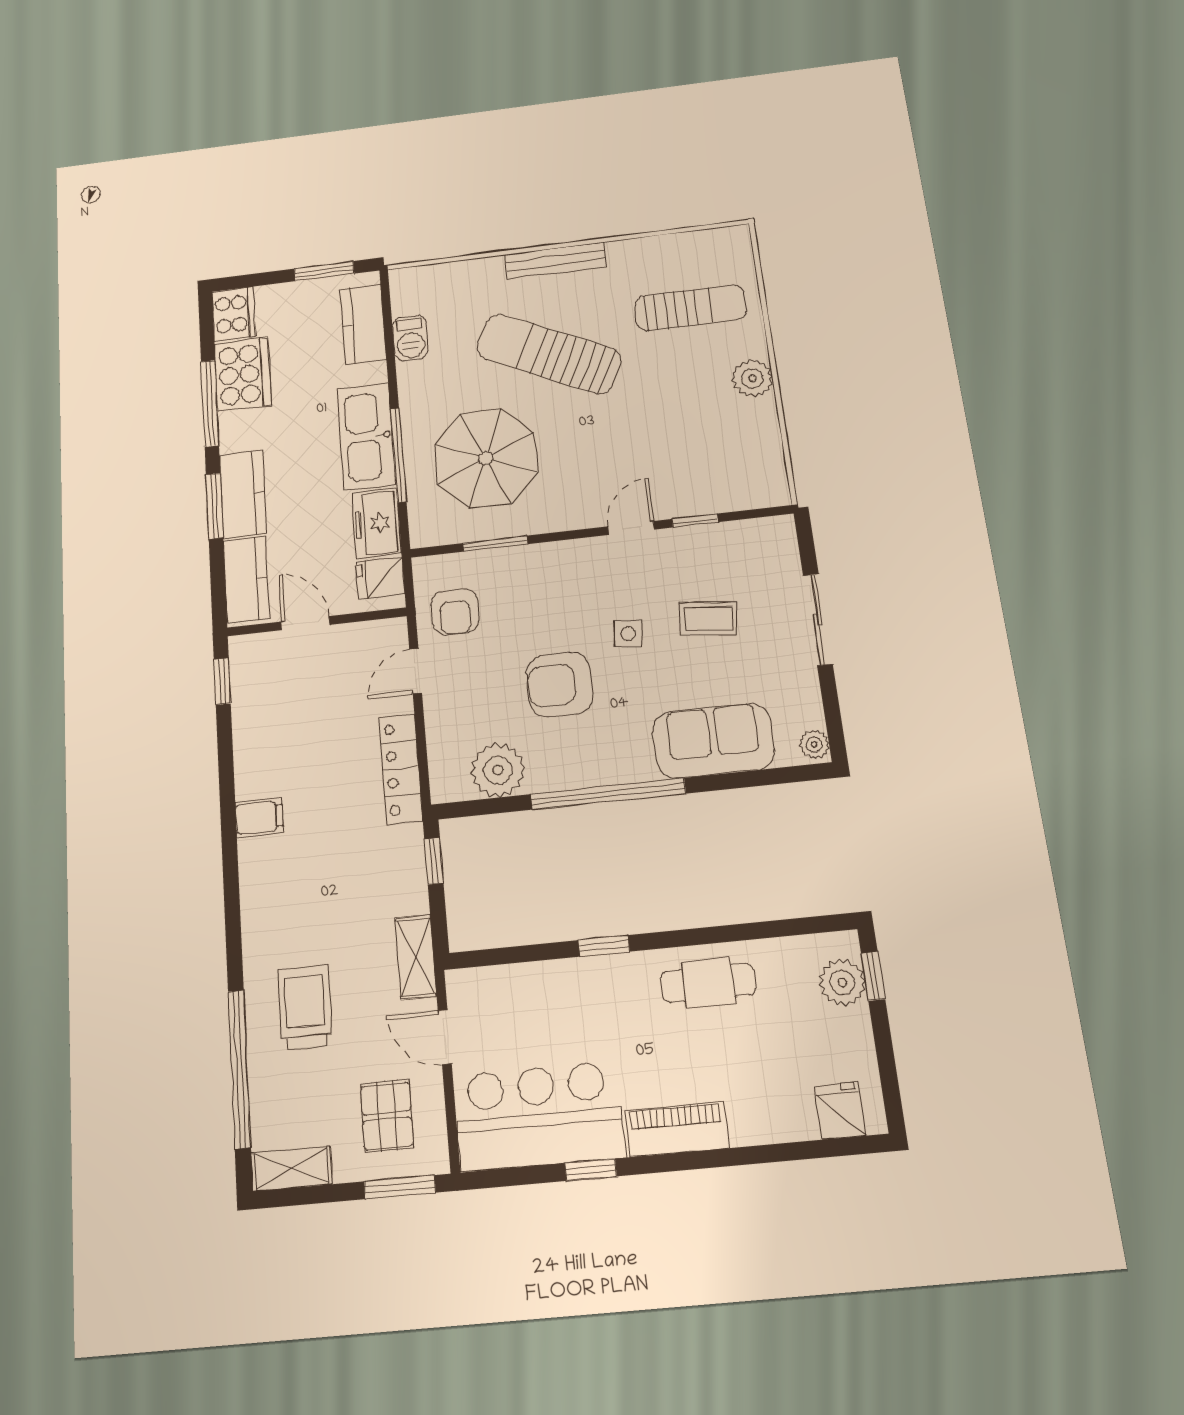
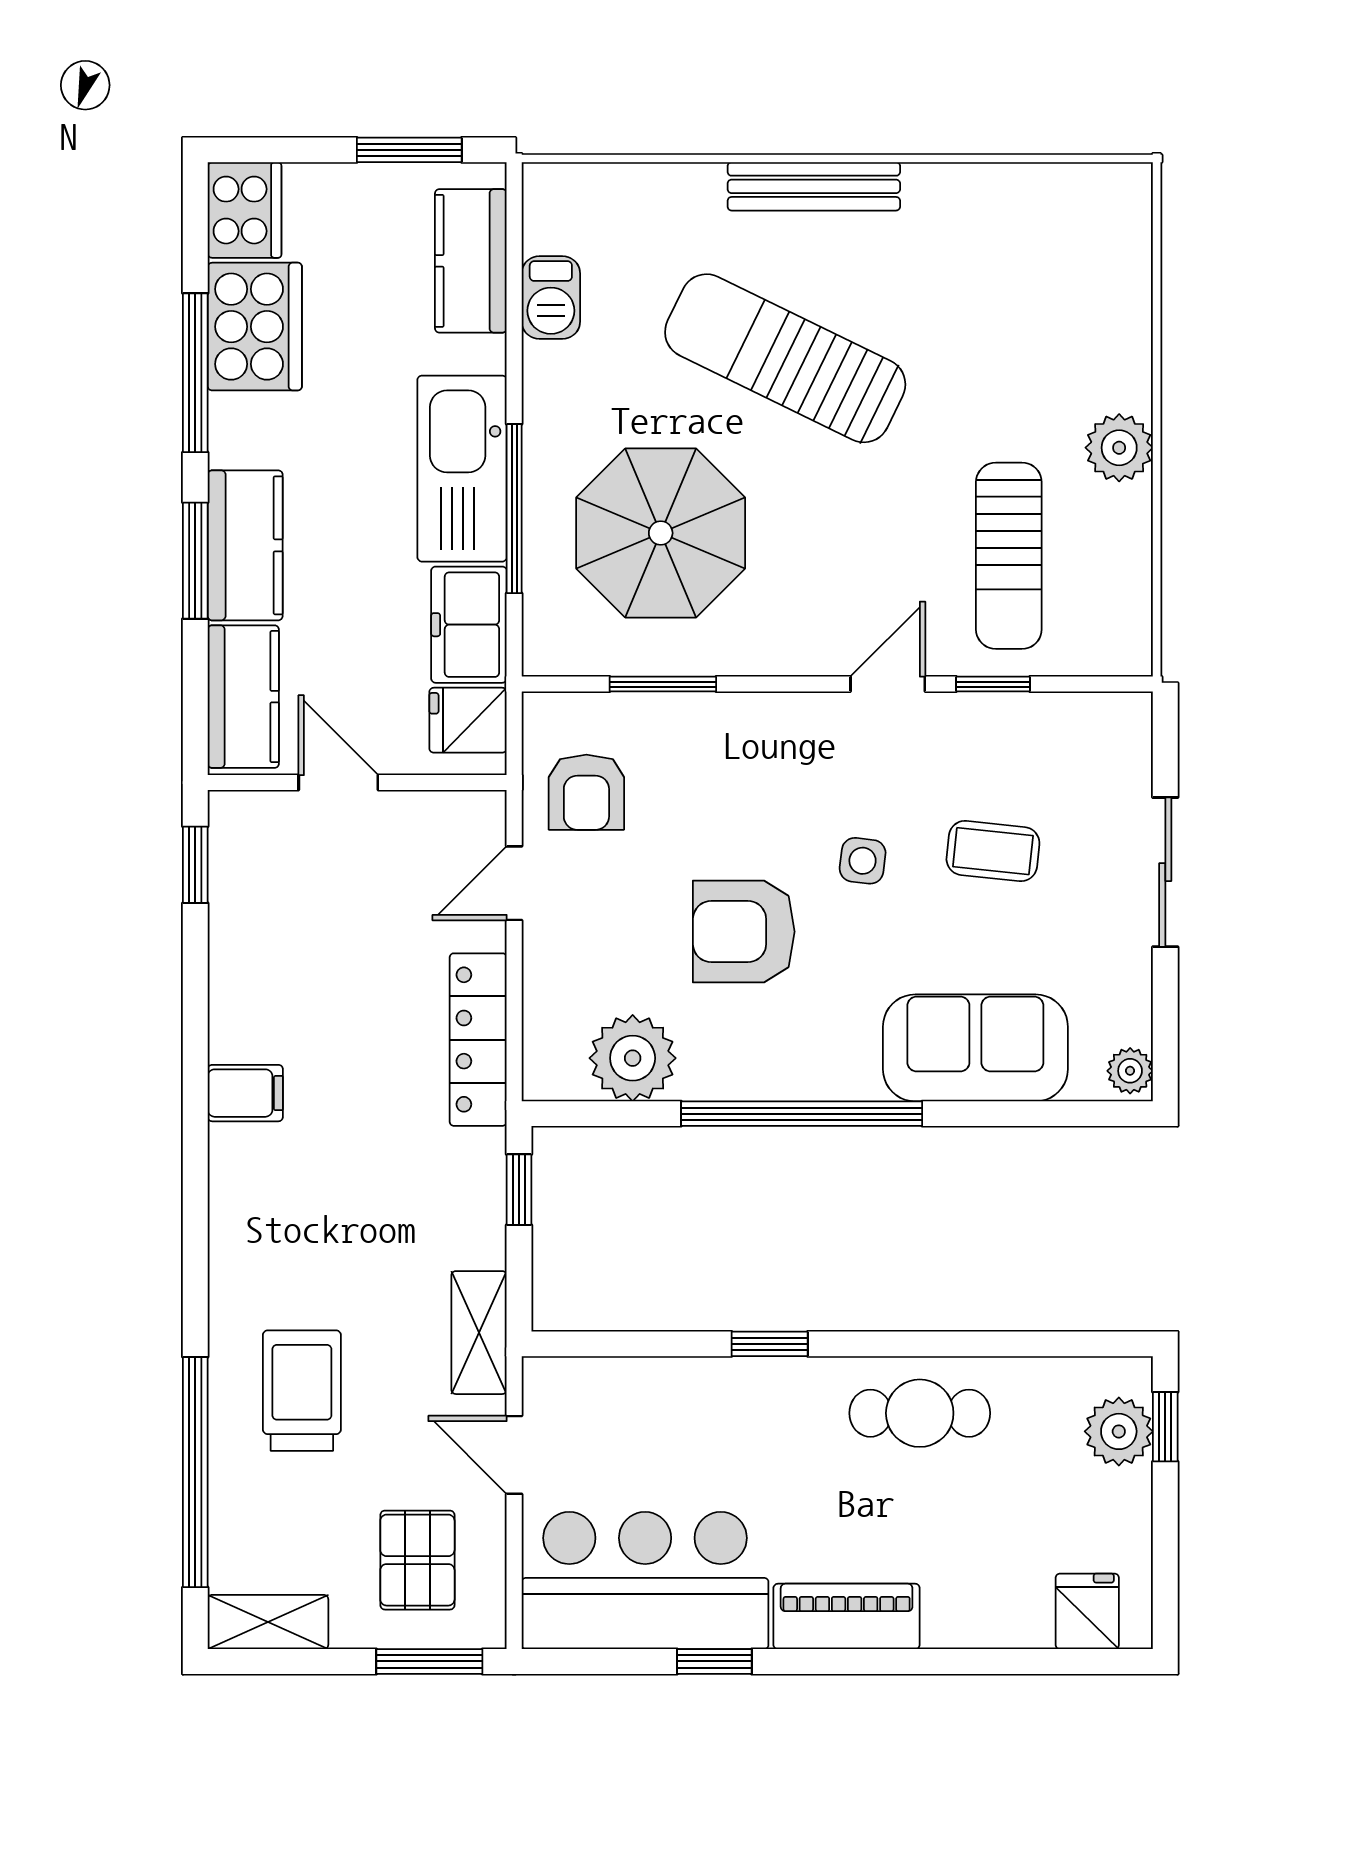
sun lounger: (691, 308) -> (1009, 556), moved, turned 90

